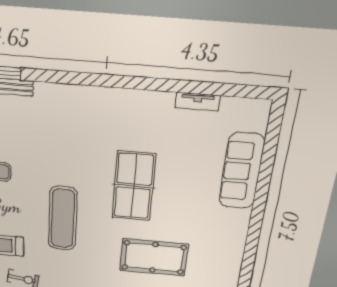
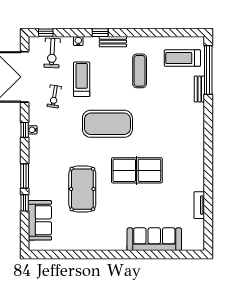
exercise mat: (63, 219) -> (107, 124), width x1.47

